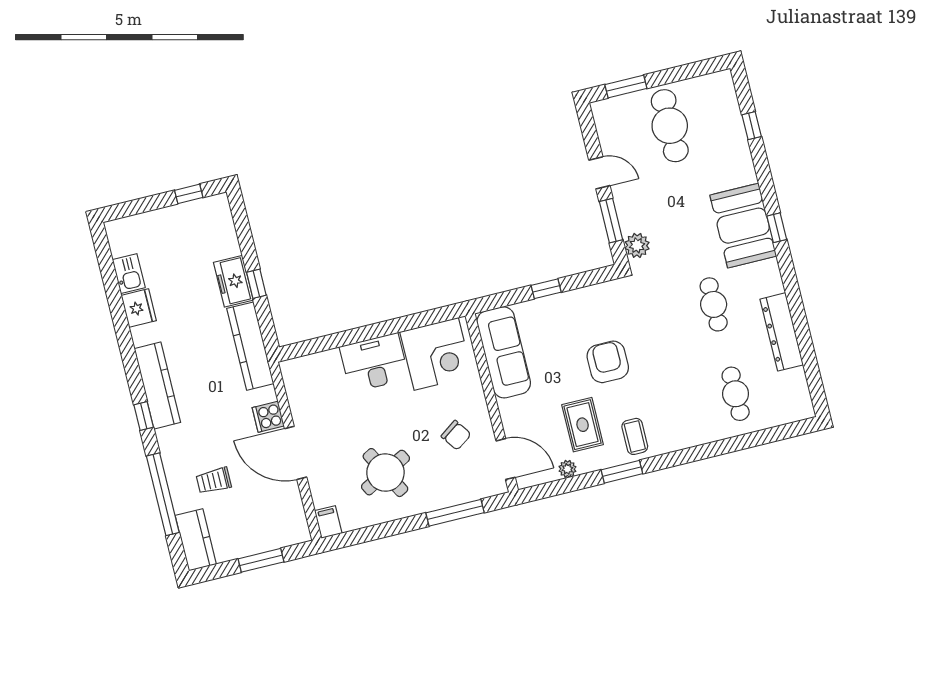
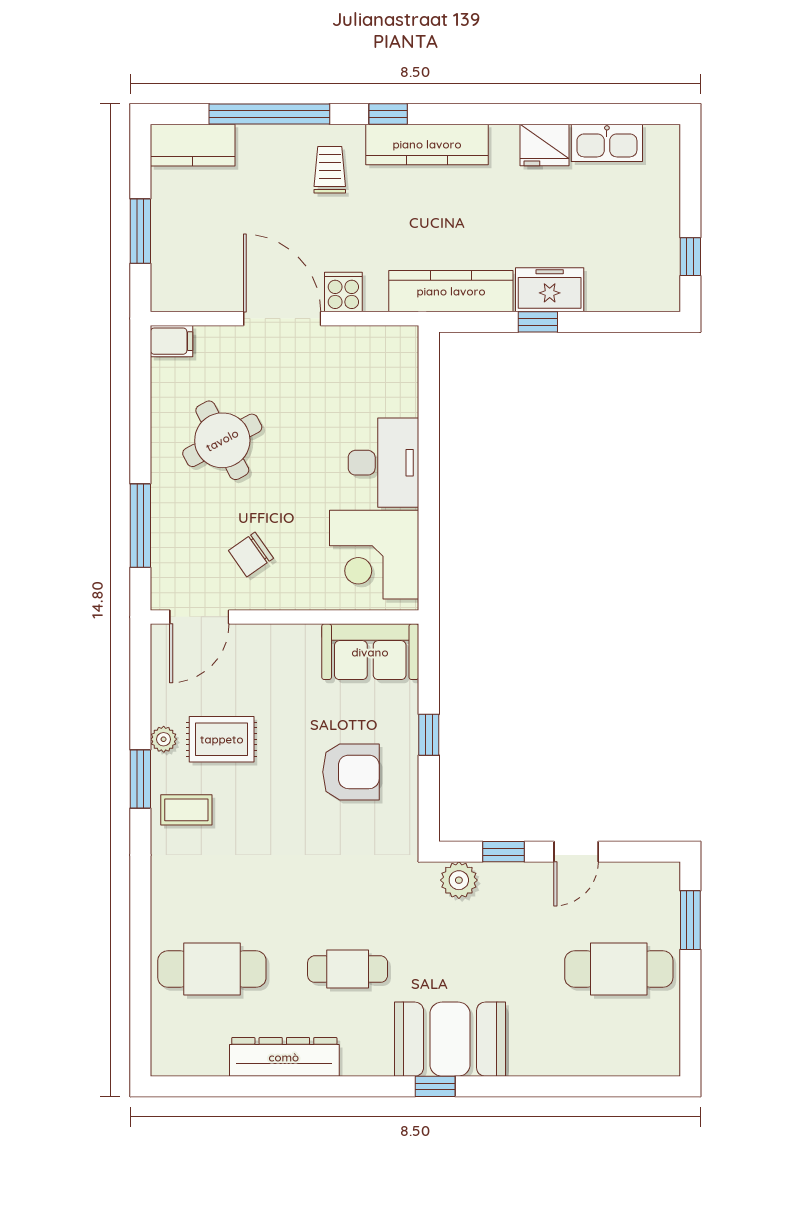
window: (752, 126) -> (590, 1086), removed
window: (611, 221) -> (504, 852), width x0.67
kitchen sink: (129, 274) -> (607, 143), width x1.38
sofa: (504, 352) -> (370, 652), width x0.73
armchair: (608, 362) -> (351, 772), moved
cafe table: (736, 394) -> (212, 969), width x1.37, depth x1.35
door: (296, 453) -> (282, 319), hinge flipped
plant: (567, 469) -> (164, 739), moved
trolley: (214, 481) -> (330, 170), moved

